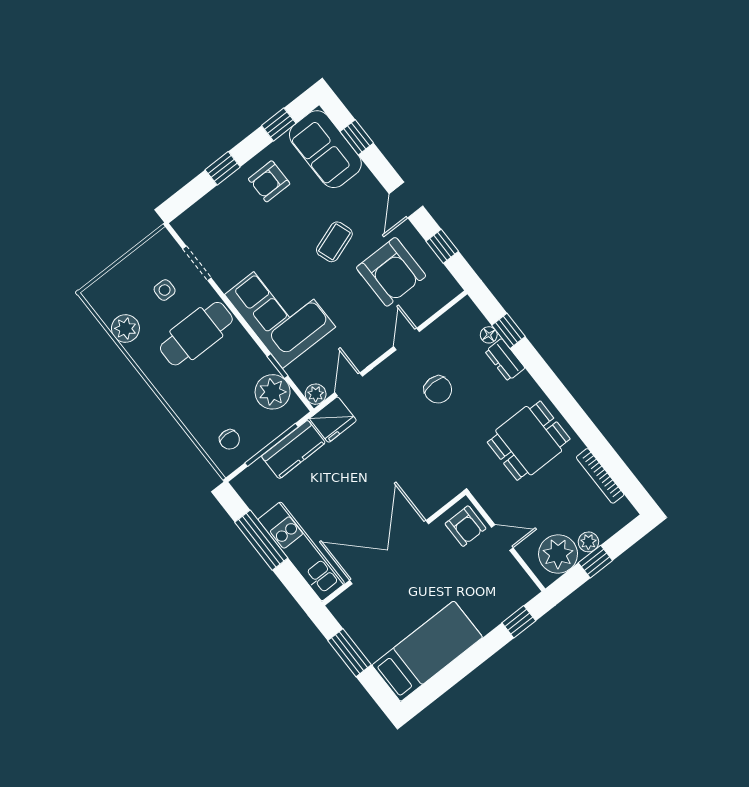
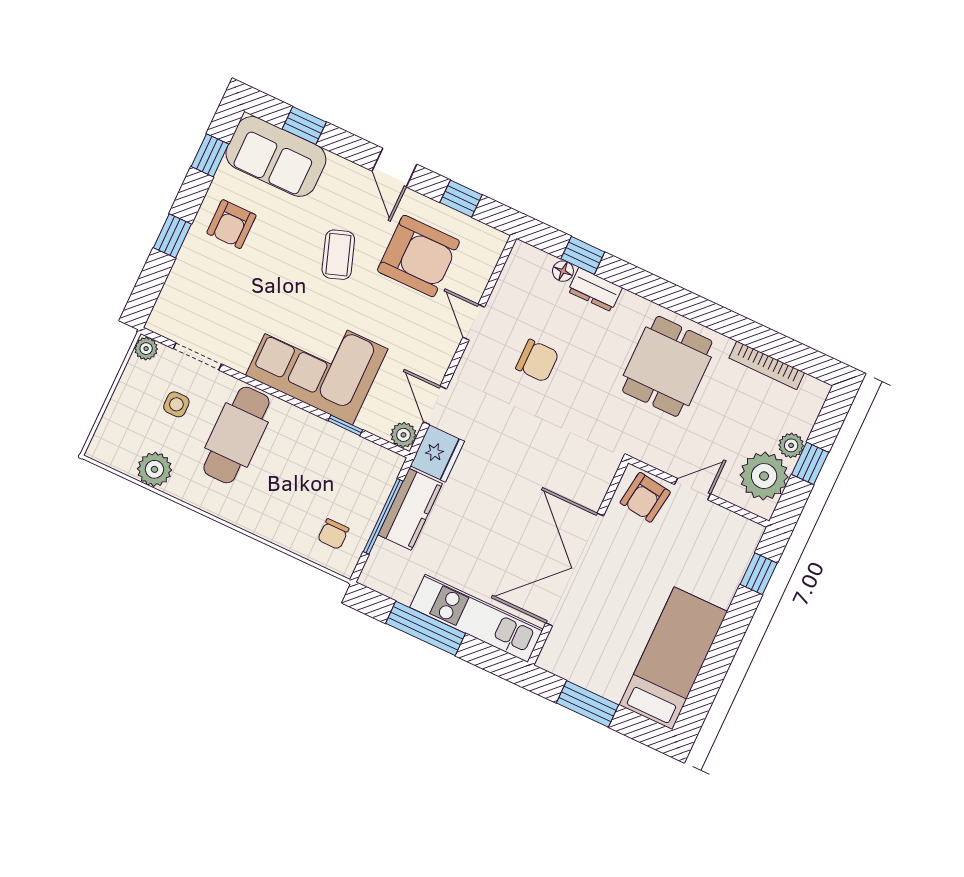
plant: (273, 392) -> (146, 349), moved, width x0.53, depth x0.53
chair: (230, 439) -> (333, 534), turned 90
armchair: (465, 526) -> (645, 497), turned 98

